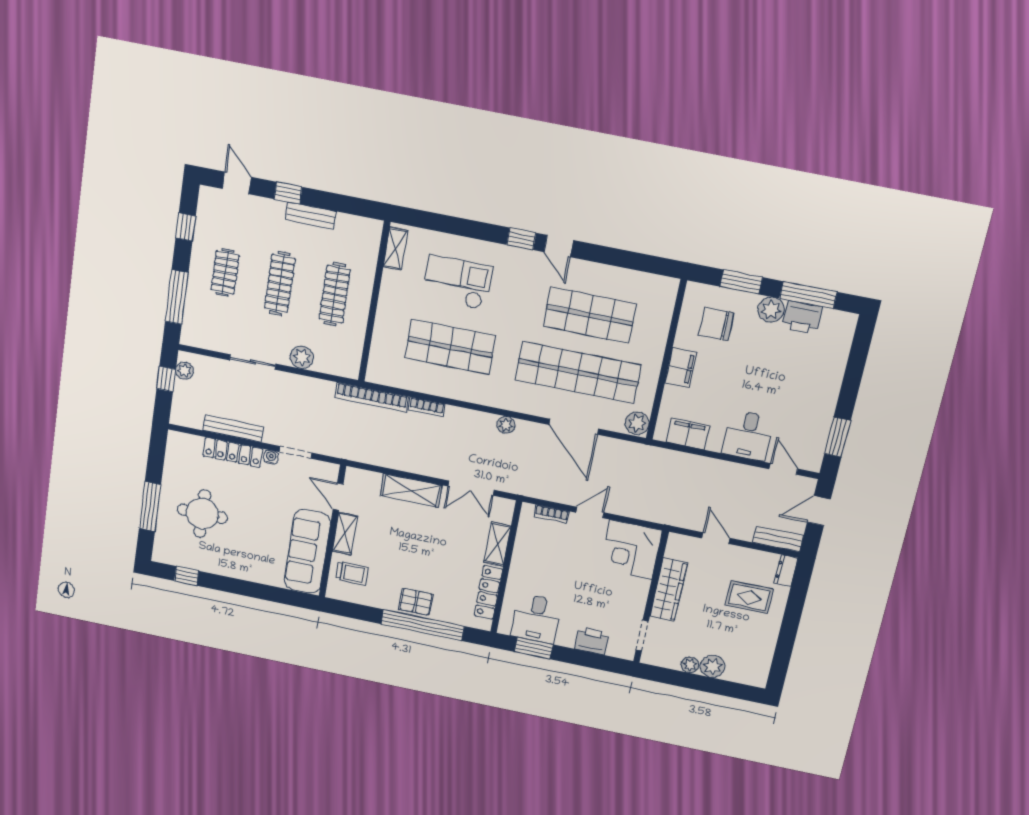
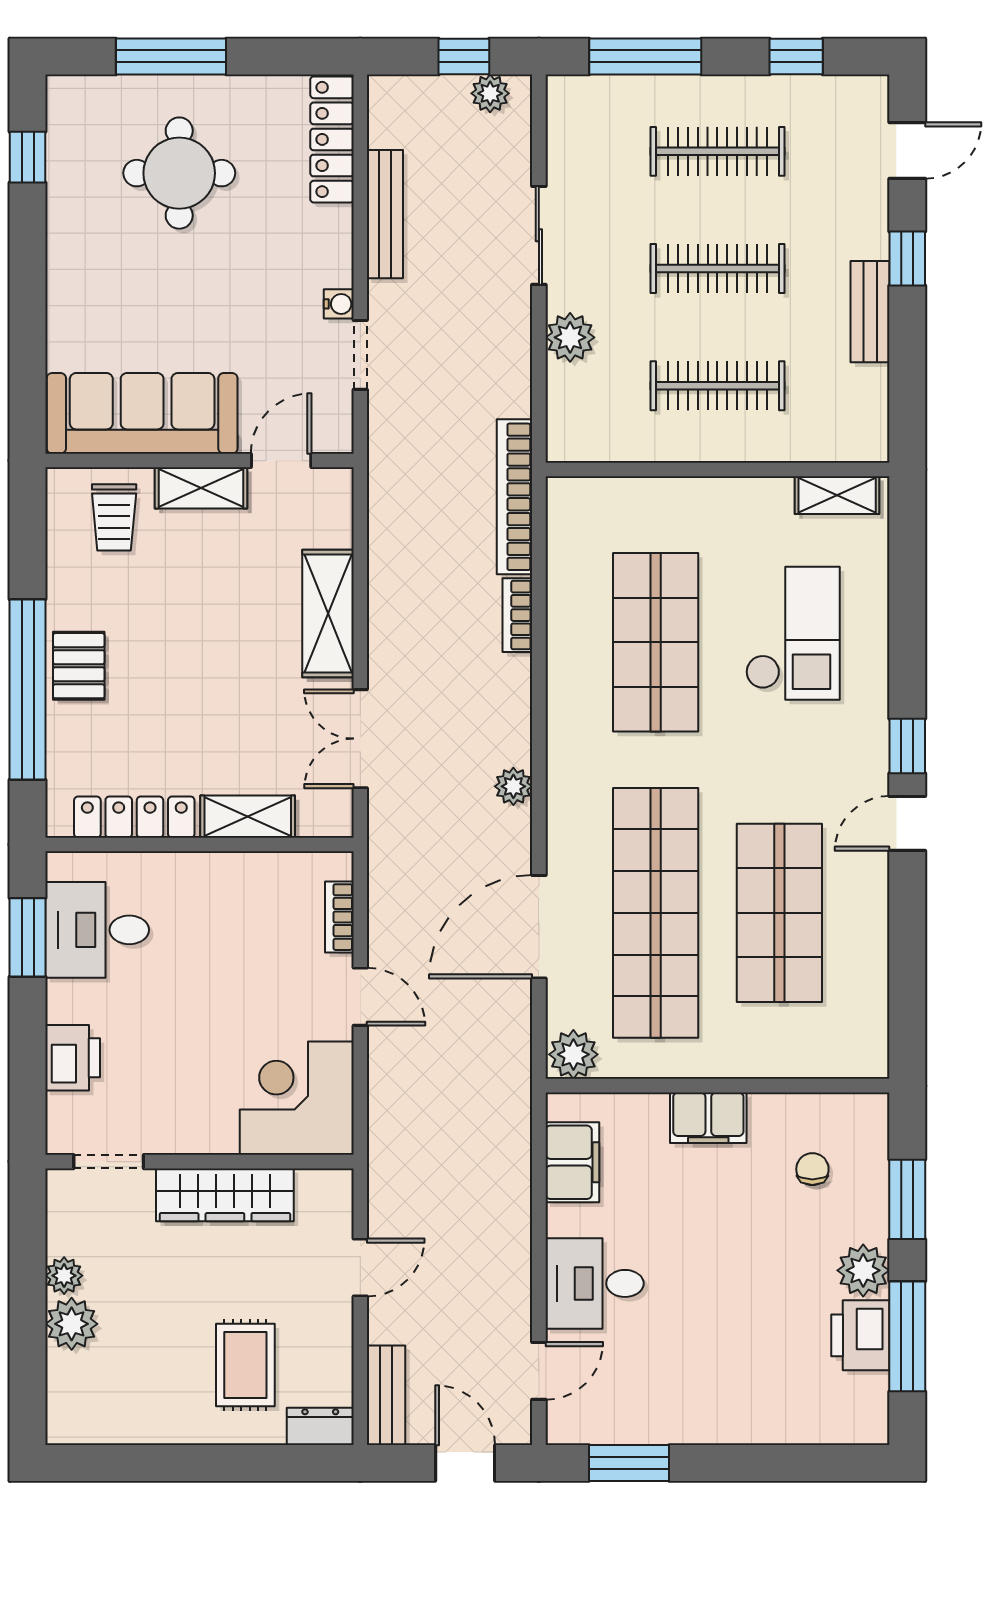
clothes rail: (225, 273) -> (717, 151), width x1.36
chair: (716, 324) -> (812, 1169), width x0.54, depth x0.54
locker: (233, 452) -> (332, 139), moved

